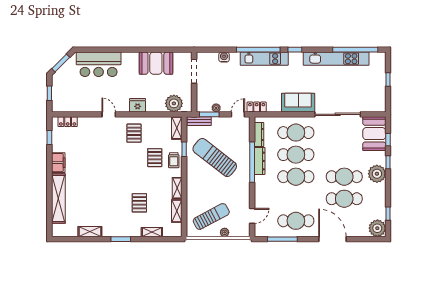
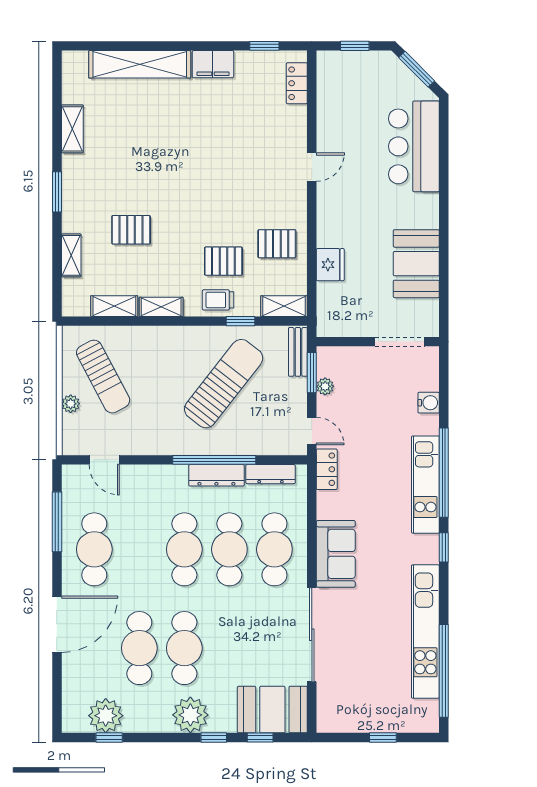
plant: (174, 103) -> (334, 300), removed
fridge: (138, 105) -> (330, 265), moved
pallet: (134, 133) -> (277, 244), moved
plant: (377, 228) -> (106, 716), moved

